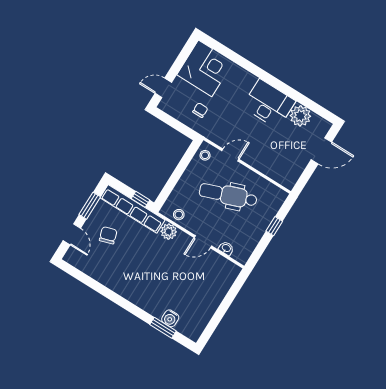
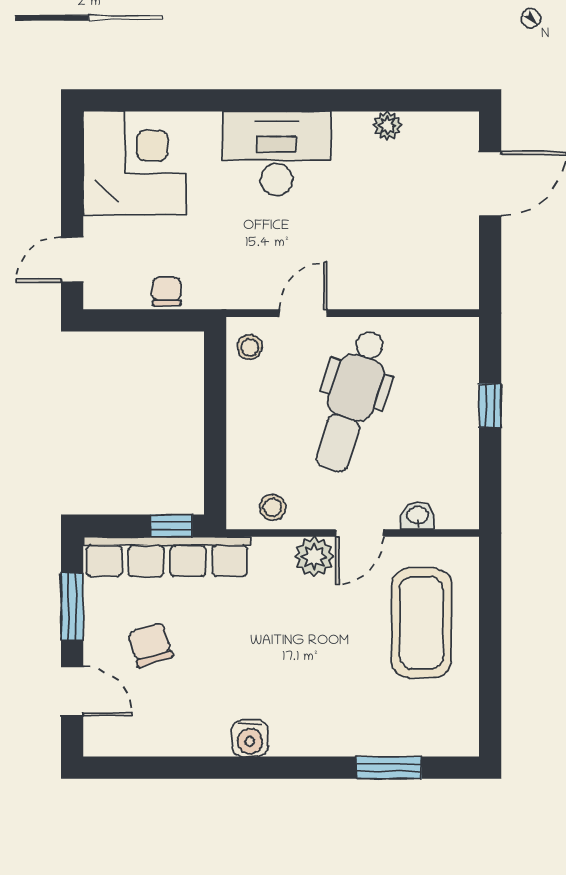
desk: (269, 104) -> (277, 154), moved
chair: (200, 110) -> (167, 292), moved
plant: (300, 116) -> (387, 125), width x0.53, depth x0.53
dental chair: (228, 195) -> (351, 401), turned -52
plant: (169, 232) -> (314, 557), moved
coffee table: (205, 285) -> (421, 623), added
water cooler: (170, 318) -> (250, 738), moved

